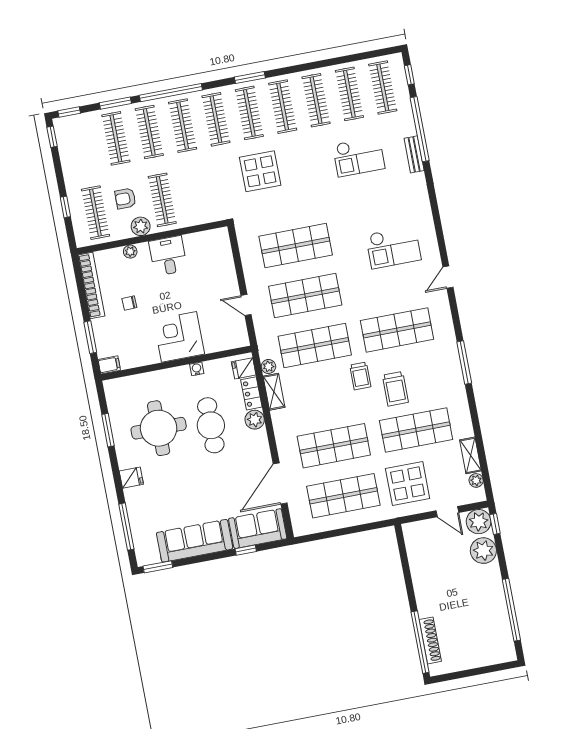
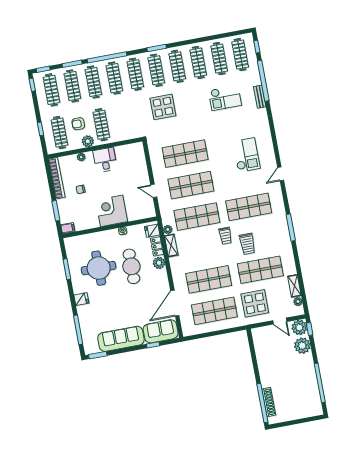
clothes rail: (83, 145) -> (51, 90), added
checkout: (393, 247) -> (246, 155), turned -90

